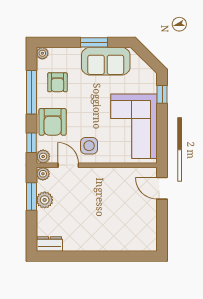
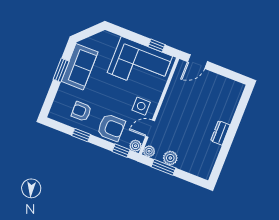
plant: (42, 53) -> (54, 114), removed
armchair: (57, 82) -> (81, 111), turned 180
window: (32, 92) -> (81, 135), width x0.46
window: (162, 94) -> (156, 46), moved
dresser: (49, 244) -> (220, 133), moved

